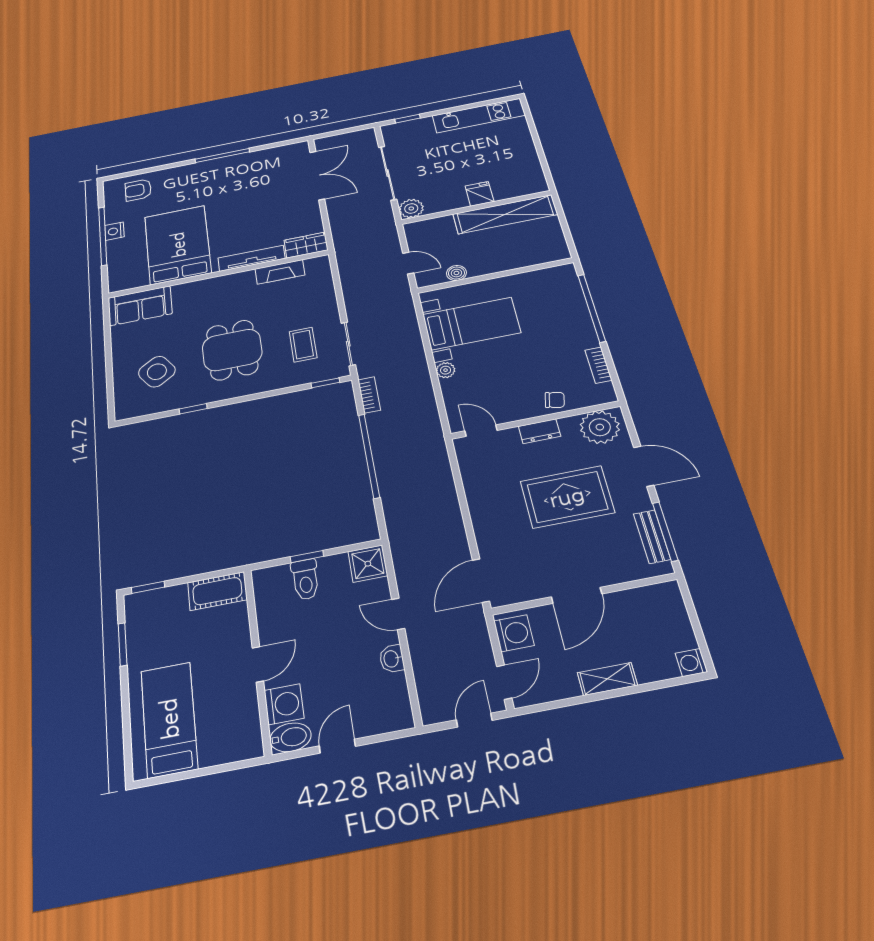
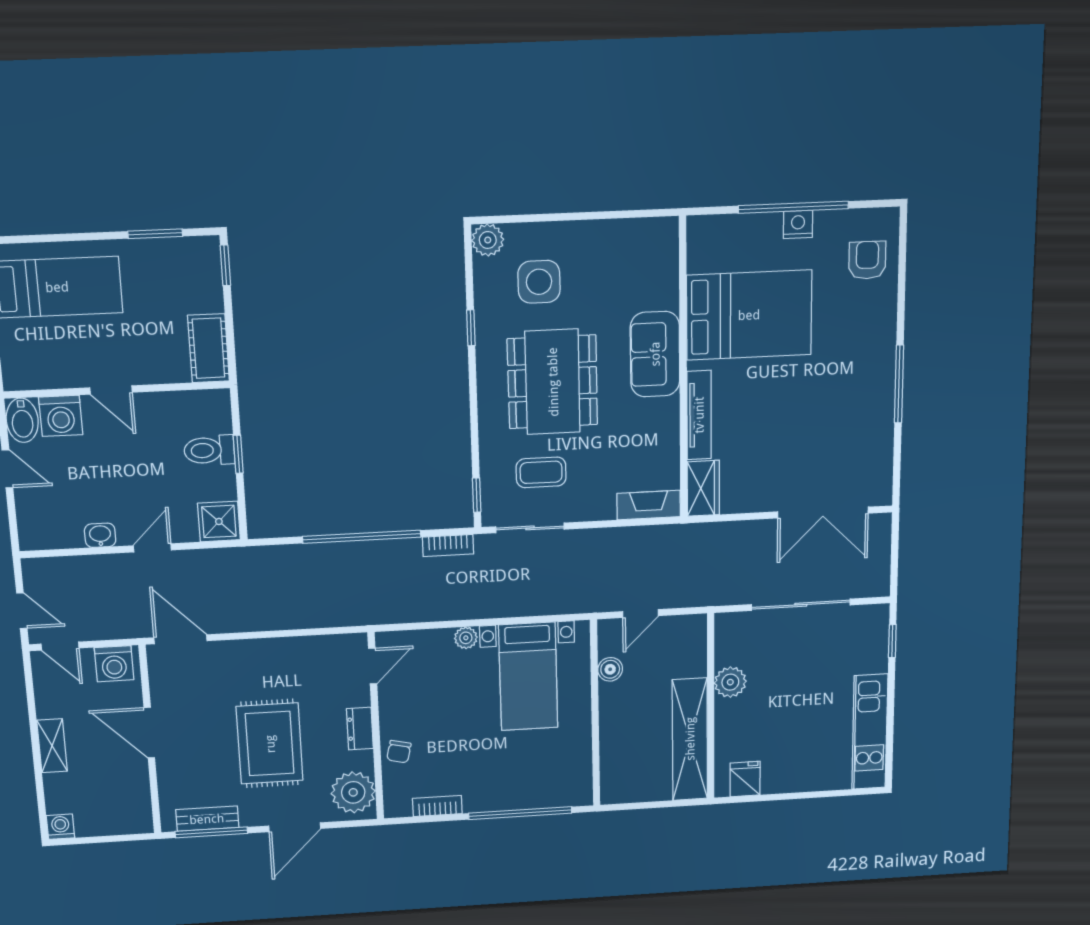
fridge: (480, 194) -> (745, 779), moved, turned -90
plant: (411, 209) -> (730, 682), moved
fireplace: (280, 272) -> (649, 505), moved, turned 90
sofa: (140, 306) -> (655, 354), moved
dining table: (232, 350) -> (553, 382), width x1.38
side table: (157, 372) -> (539, 282), turned 34
plant: (126, 409) -> (488, 240), added

